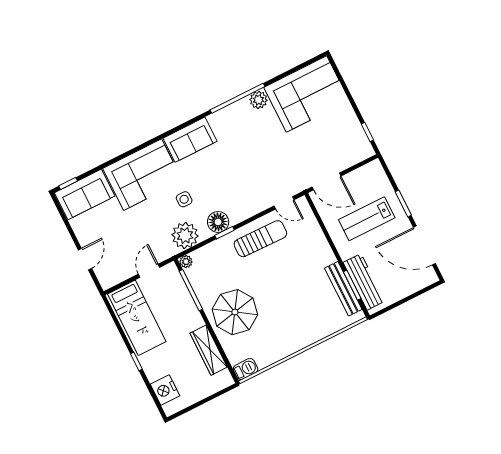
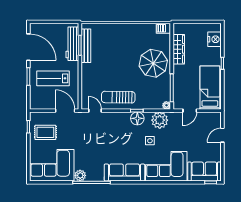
rug: (339, 136) -> (45, 132), added
sofa: (190, 140) -> (124, 172), width x1.36
lab bench: (367, 219) -> (53, 78), turned 180

